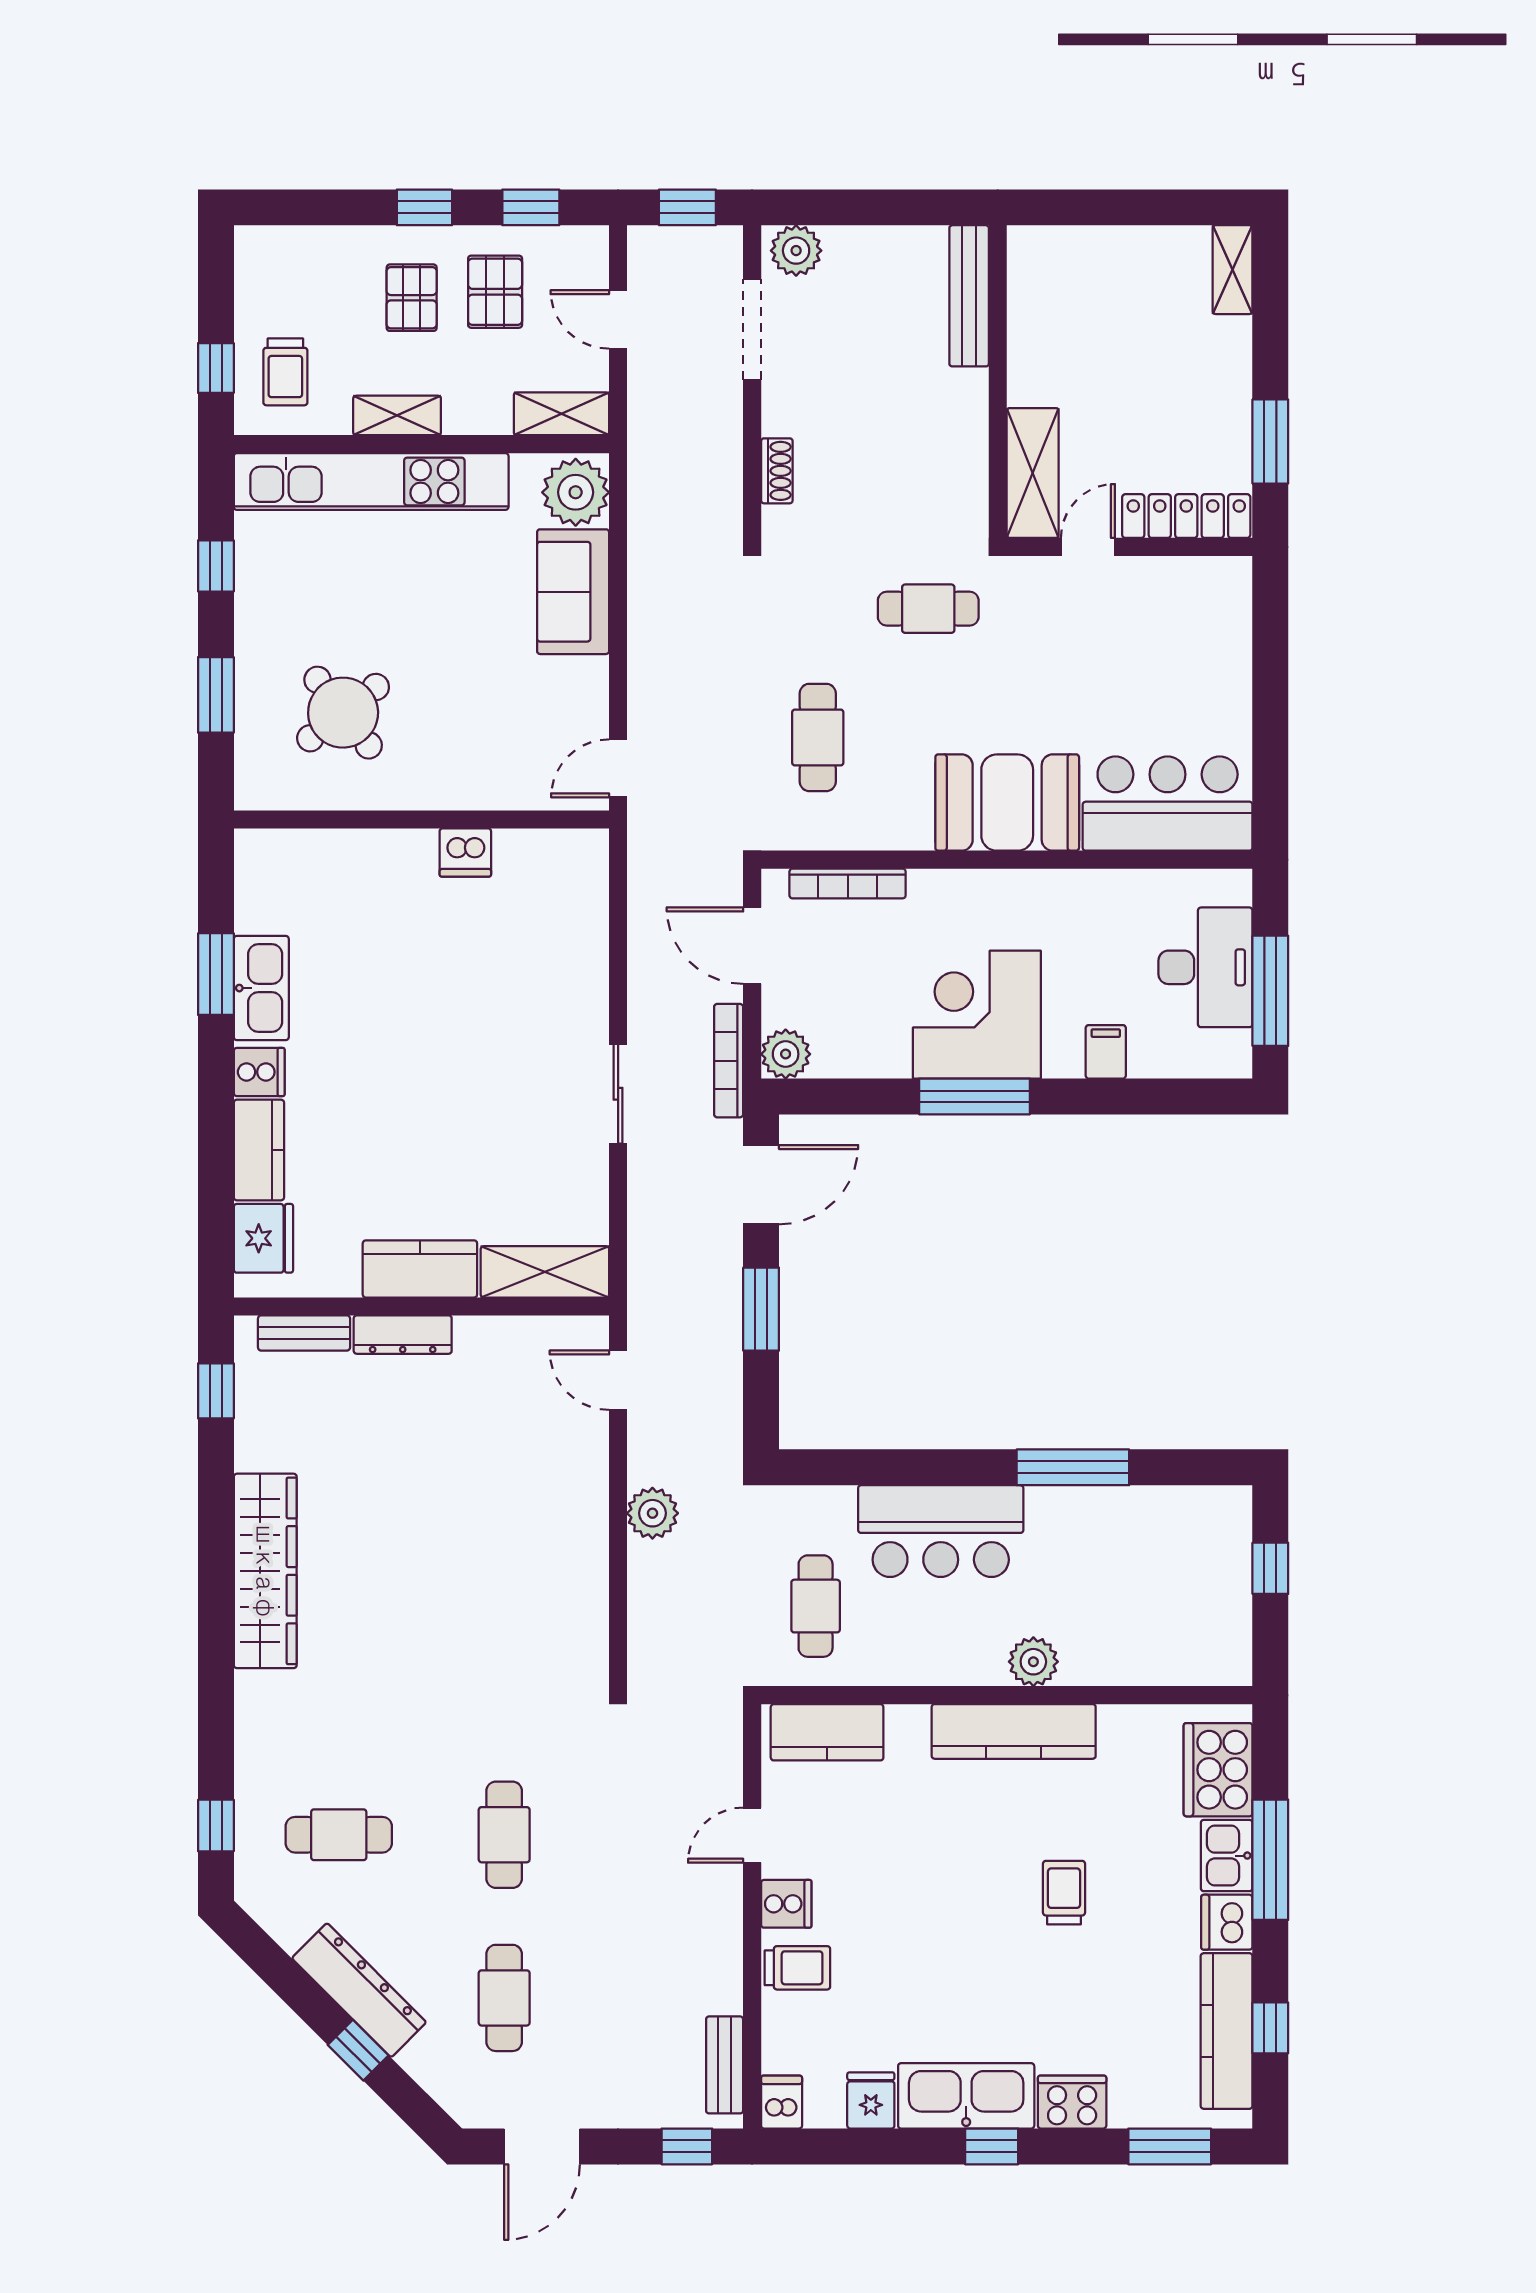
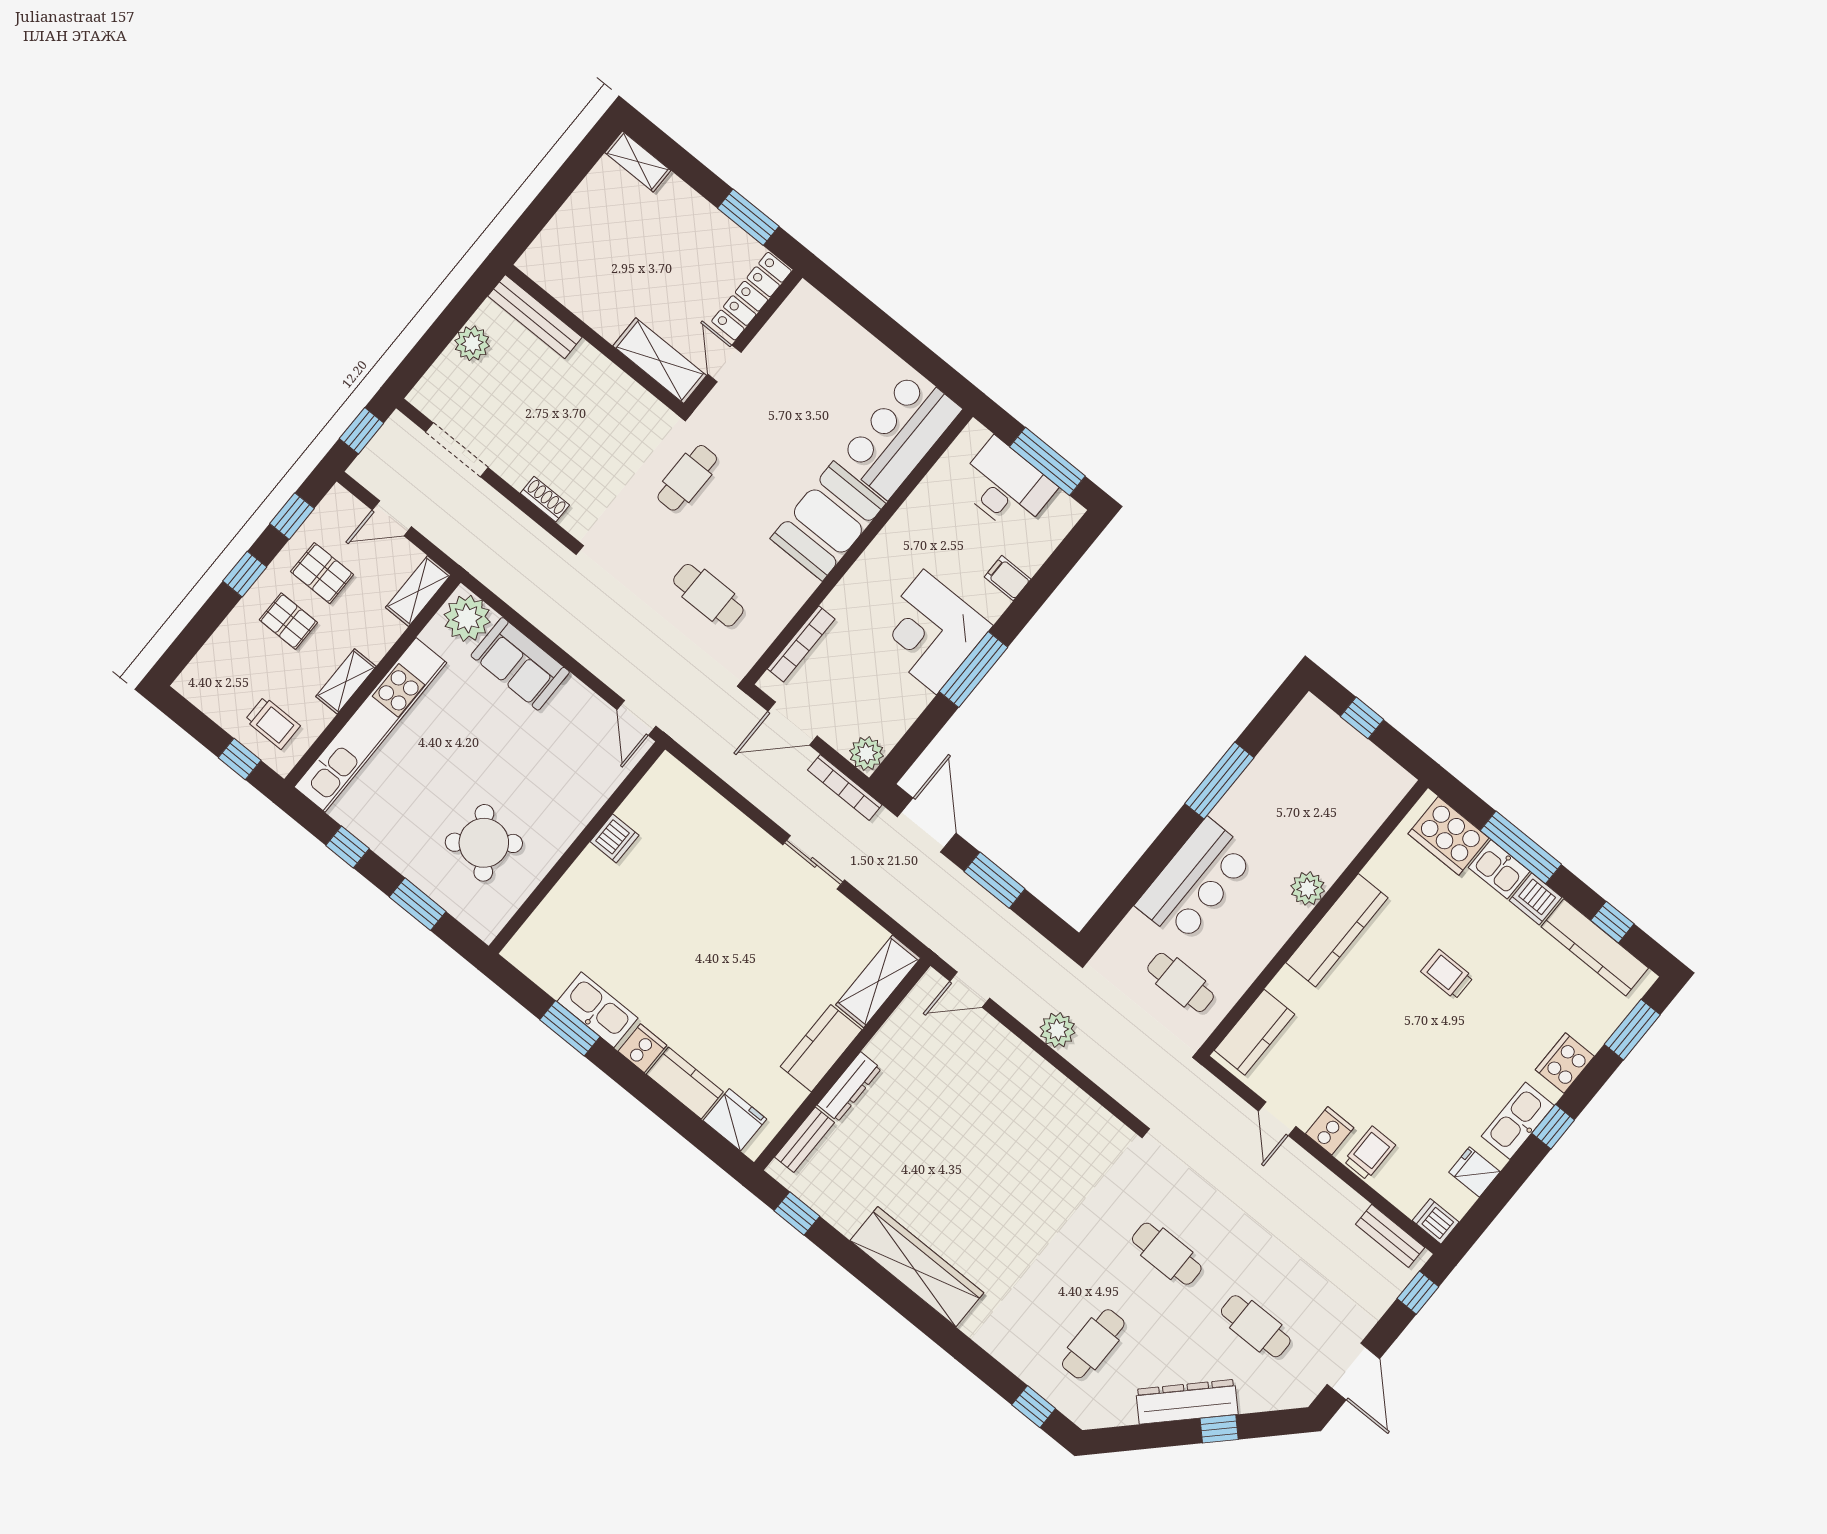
plant: (796, 251) -> (472, 343), moved
kitchen sink: (966, 2096) -> (1518, 1121), width x0.73, depth x0.81

